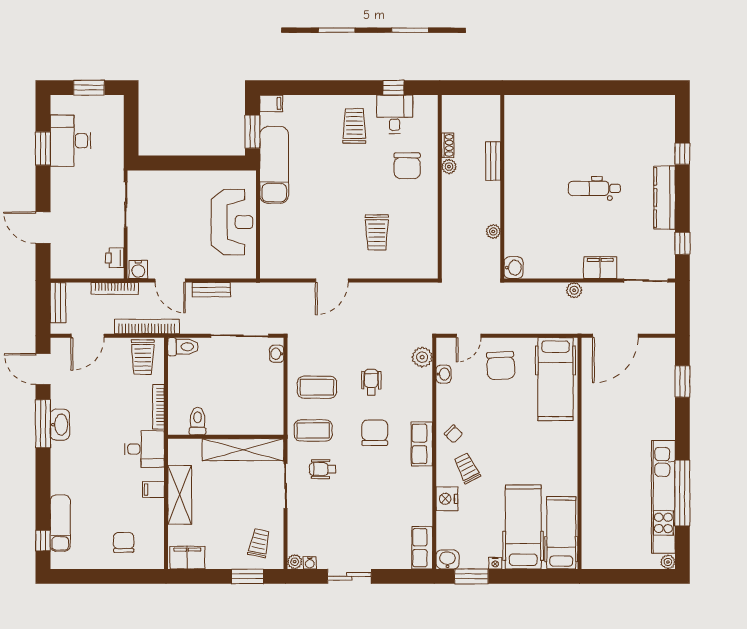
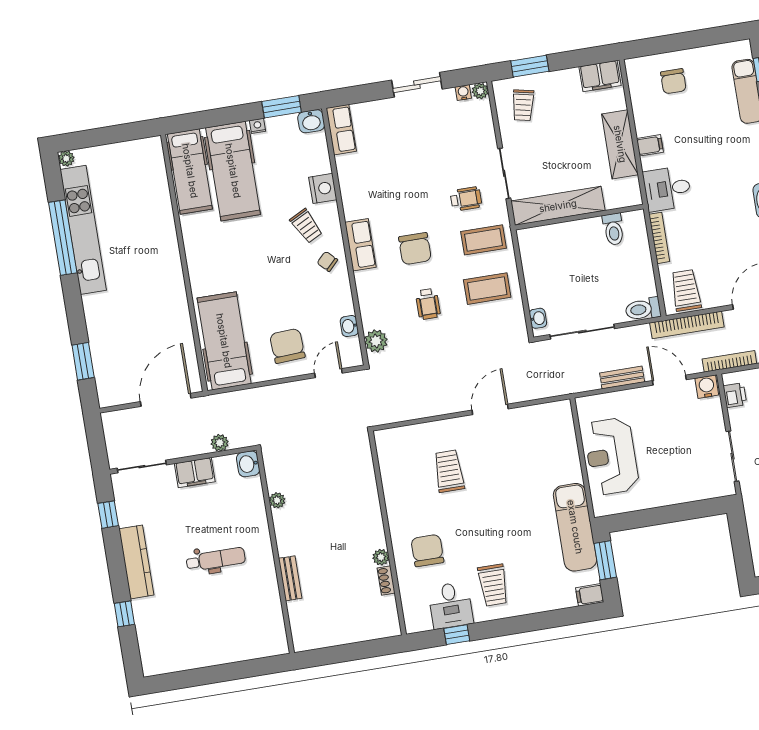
bench: (493, 161) -> (290, 578), moved
wall: (502, 187) -> (275, 551), moved
plant: (493, 231) -> (277, 500), moved
washbasin: (514, 268) -> (248, 464), moved

